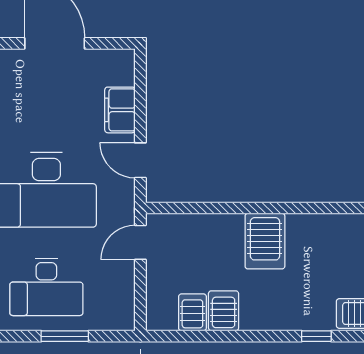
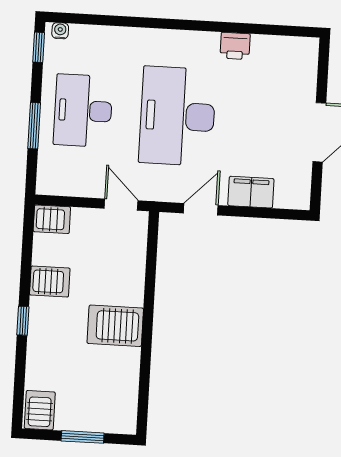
server rack: (192, 312) -> (52, 219), moved
window: (316, 336) -> (23, 321), moved

